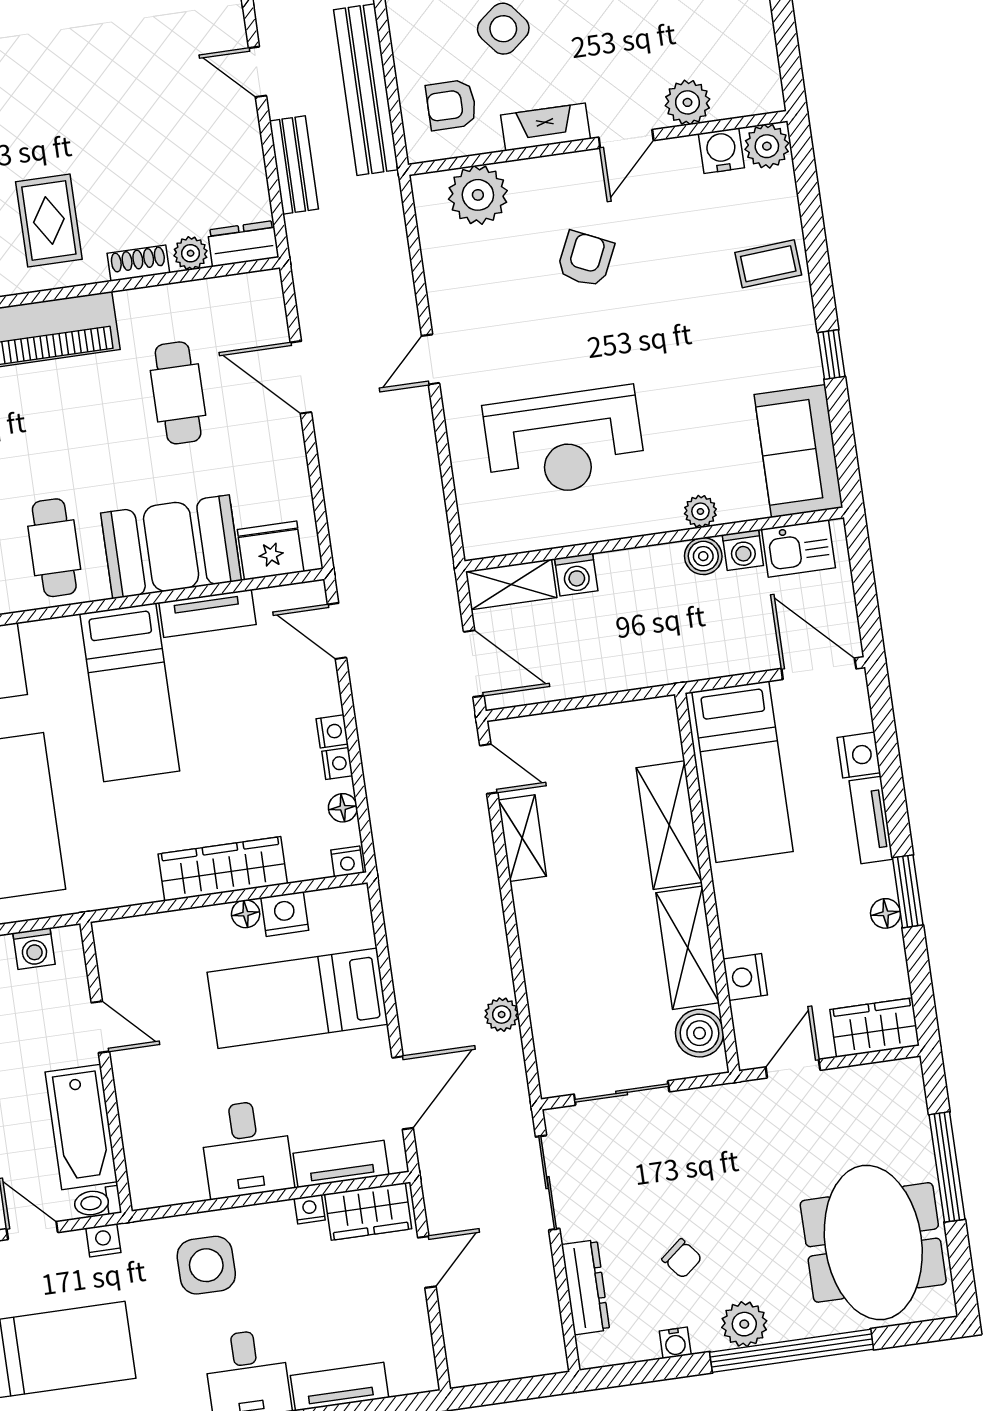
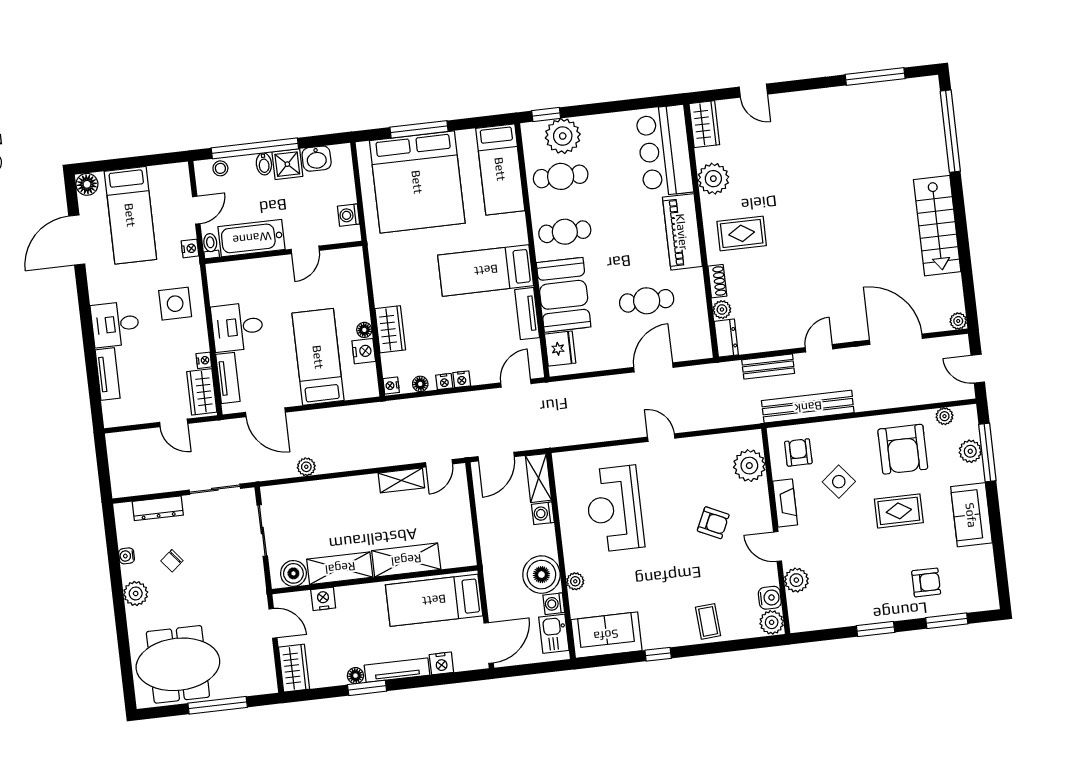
boiler: (703, 556) -> (541, 575), width x1.86, depth x1.86
tv unit: (871, 820) -> (397, 670), width x1.41
wardrobe: (223, 869) -> (390, 329), width x0.67
window: (792, 1351) -> (121, 619), removed

